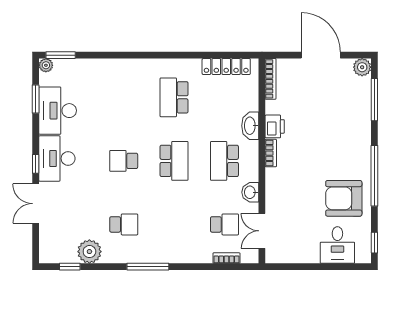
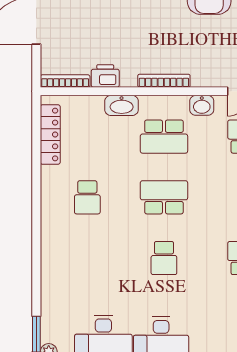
school desk: (174, 97) -> (87, 197), width x0.54
printer: (275, 126) -> (105, 76), moved
bookcase: (271, 153) -> (164, 81), width x1.56

